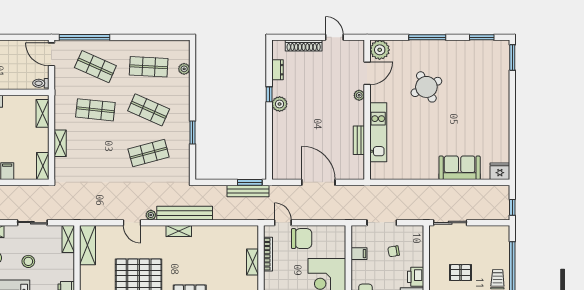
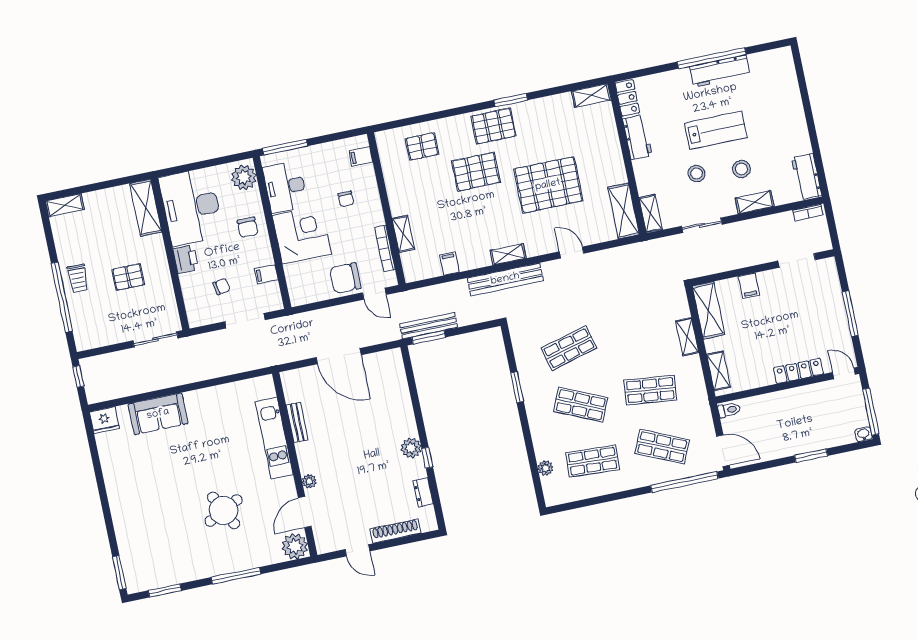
shelving: (43, 166) -> (708, 310), width x1.50, depth x1.33
plant: (151, 215) -> (549, 268), removed
filing cabinet: (223, 233) -> (449, 264), added

